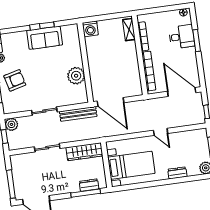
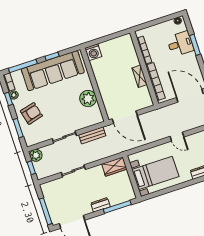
shelving: (129, 30) -> (140, 76), moved
sofa: (45, 38) -> (53, 71), width x1.85, depth x1.27
bench: (78, 114) -> (92, 135), width x0.73
wardrobe: (84, 152) -> (114, 167), width x0.67
dresser: (89, 185) -> (101, 205), moved

